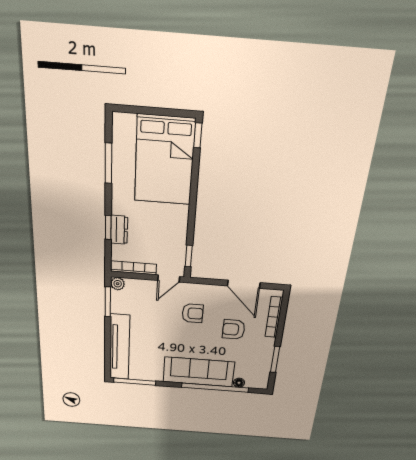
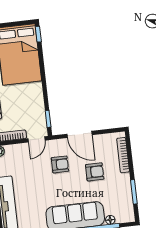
door: (244, 284) -> (79, 134), moved
armchair: (234, 329) -> (95, 172), turned 180

